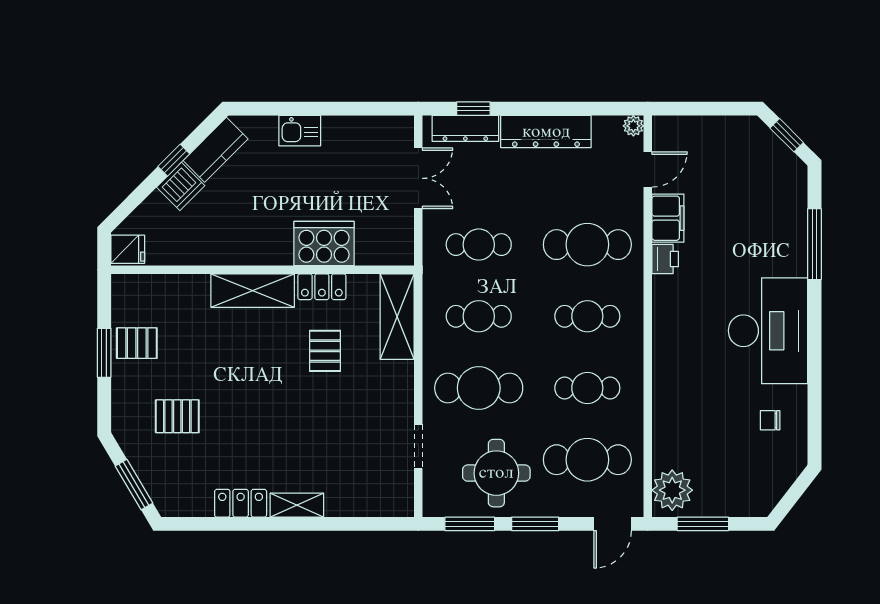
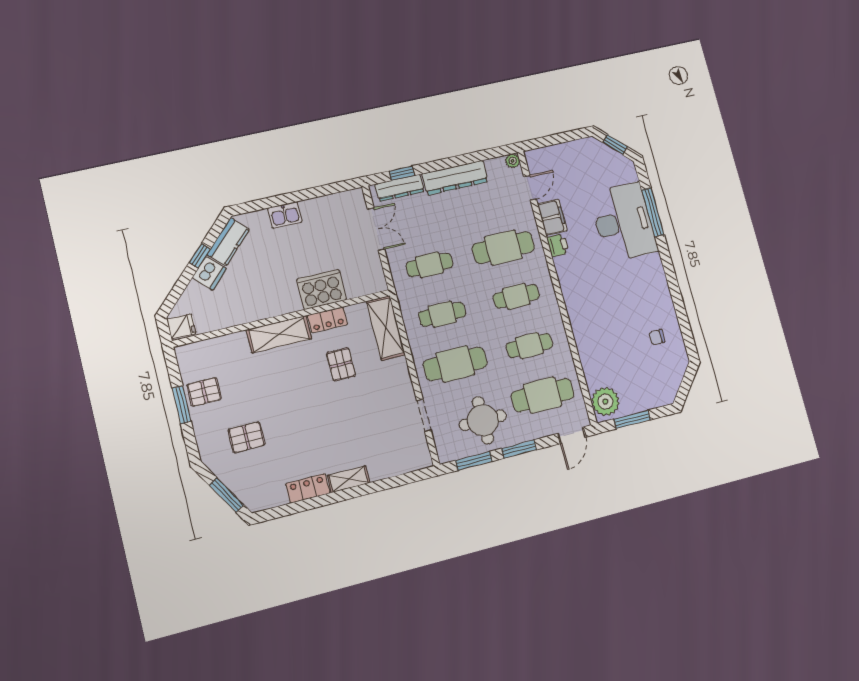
desk: (768, 331) -> (624, 222), moved

